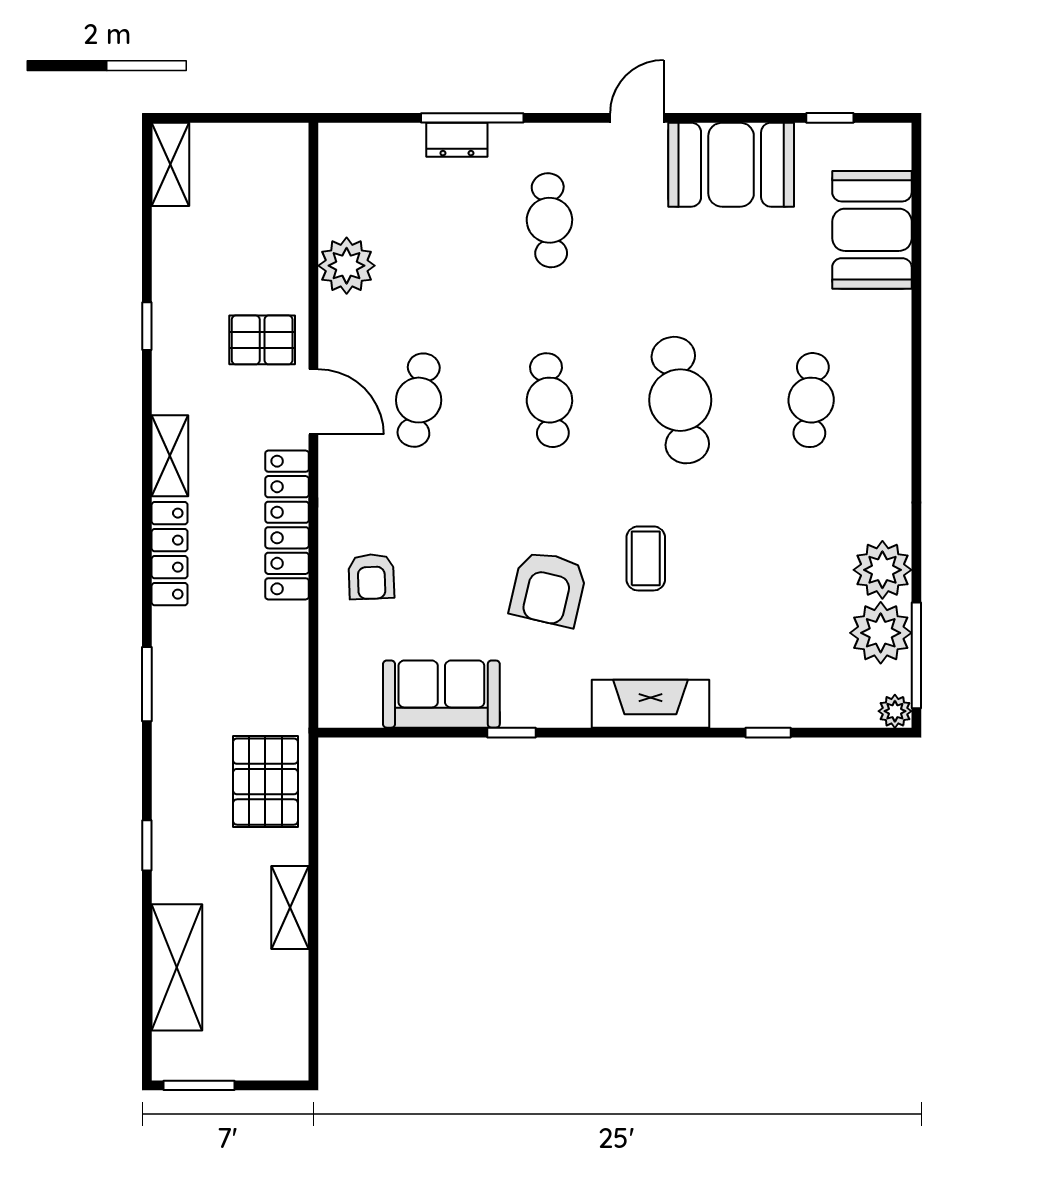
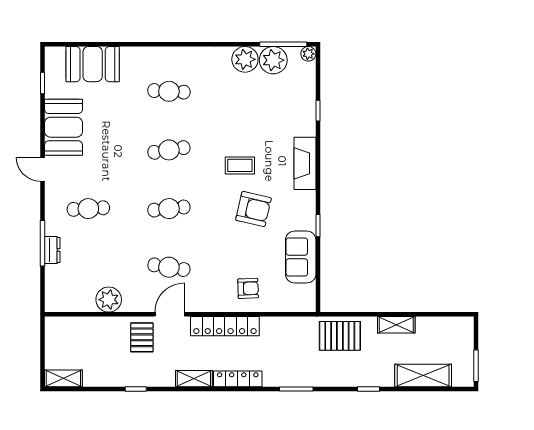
cafe table: (680, 400) -> (169, 150), width x0.73, depth x0.74

